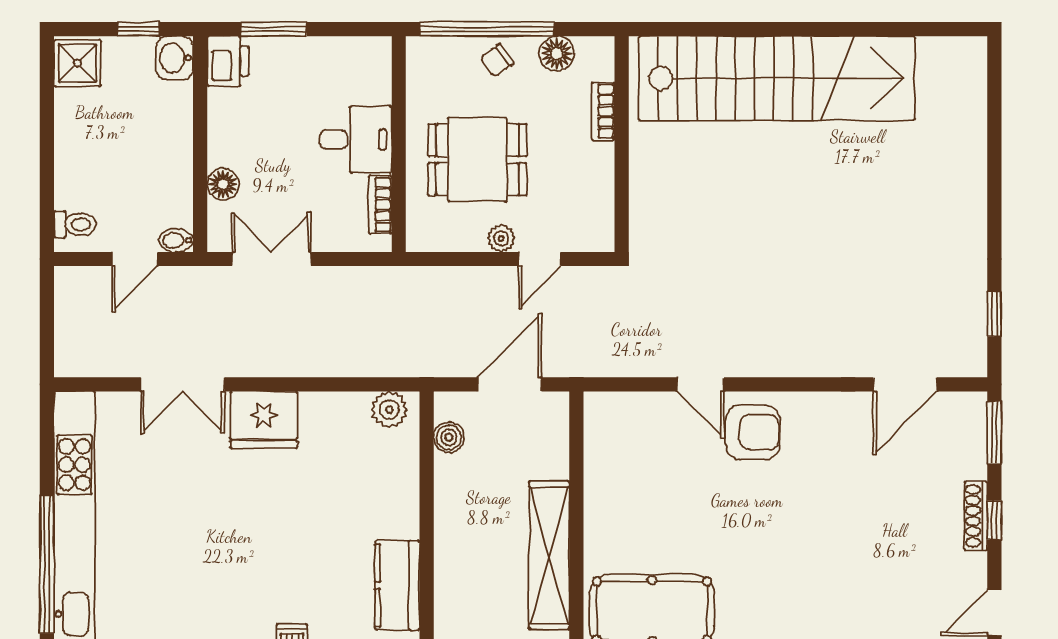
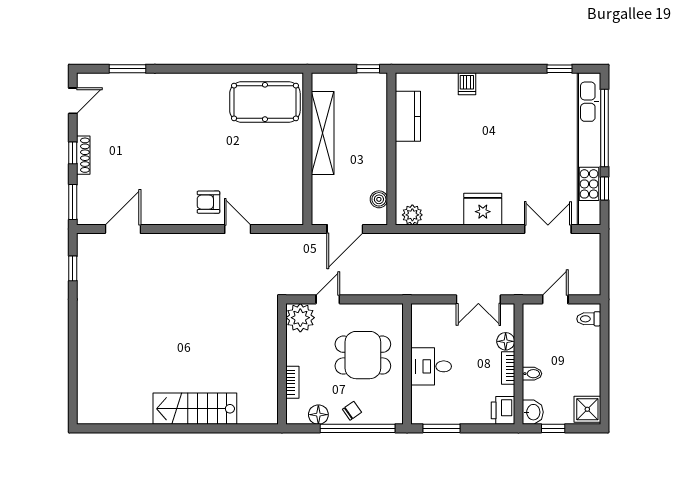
window: (273, 29) -> (441, 428), moved
stairs: (777, 78) -> (195, 409), width x0.54, depth x0.66
bookcase: (380, 205) -> (508, 368), moved, turned 180
plant: (501, 238) -> (300, 318), moved, width x1.87, depth x1.87
bidet: (176, 240) -> (532, 374), moved
double door: (183, 384) -> (548, 229), moved
armchair: (753, 432) -> (208, 202), width x0.72, depth x0.72
window: (47, 456) -> (604, 189), added

